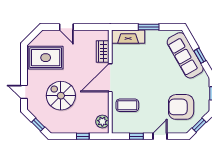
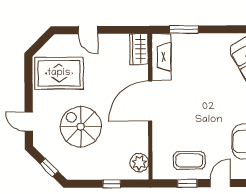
window: (149, 27) -> (184, 30), moved
fireplace: (128, 37) -> (161, 57), moved, turned -90
wardrobe: (103, 52) -> (139, 49), moved
coffee table: (127, 105) -> (189, 160), moved

